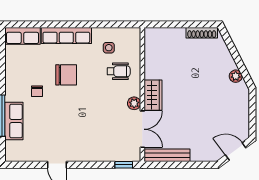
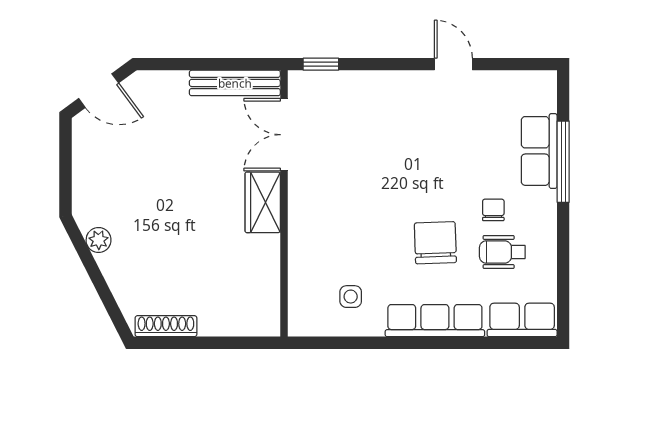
wheelchair: (119, 71) -> (502, 252), moved
chair: (66, 75) -> (435, 243), turned 88
plant: (134, 103) -> (300, 186), removed

